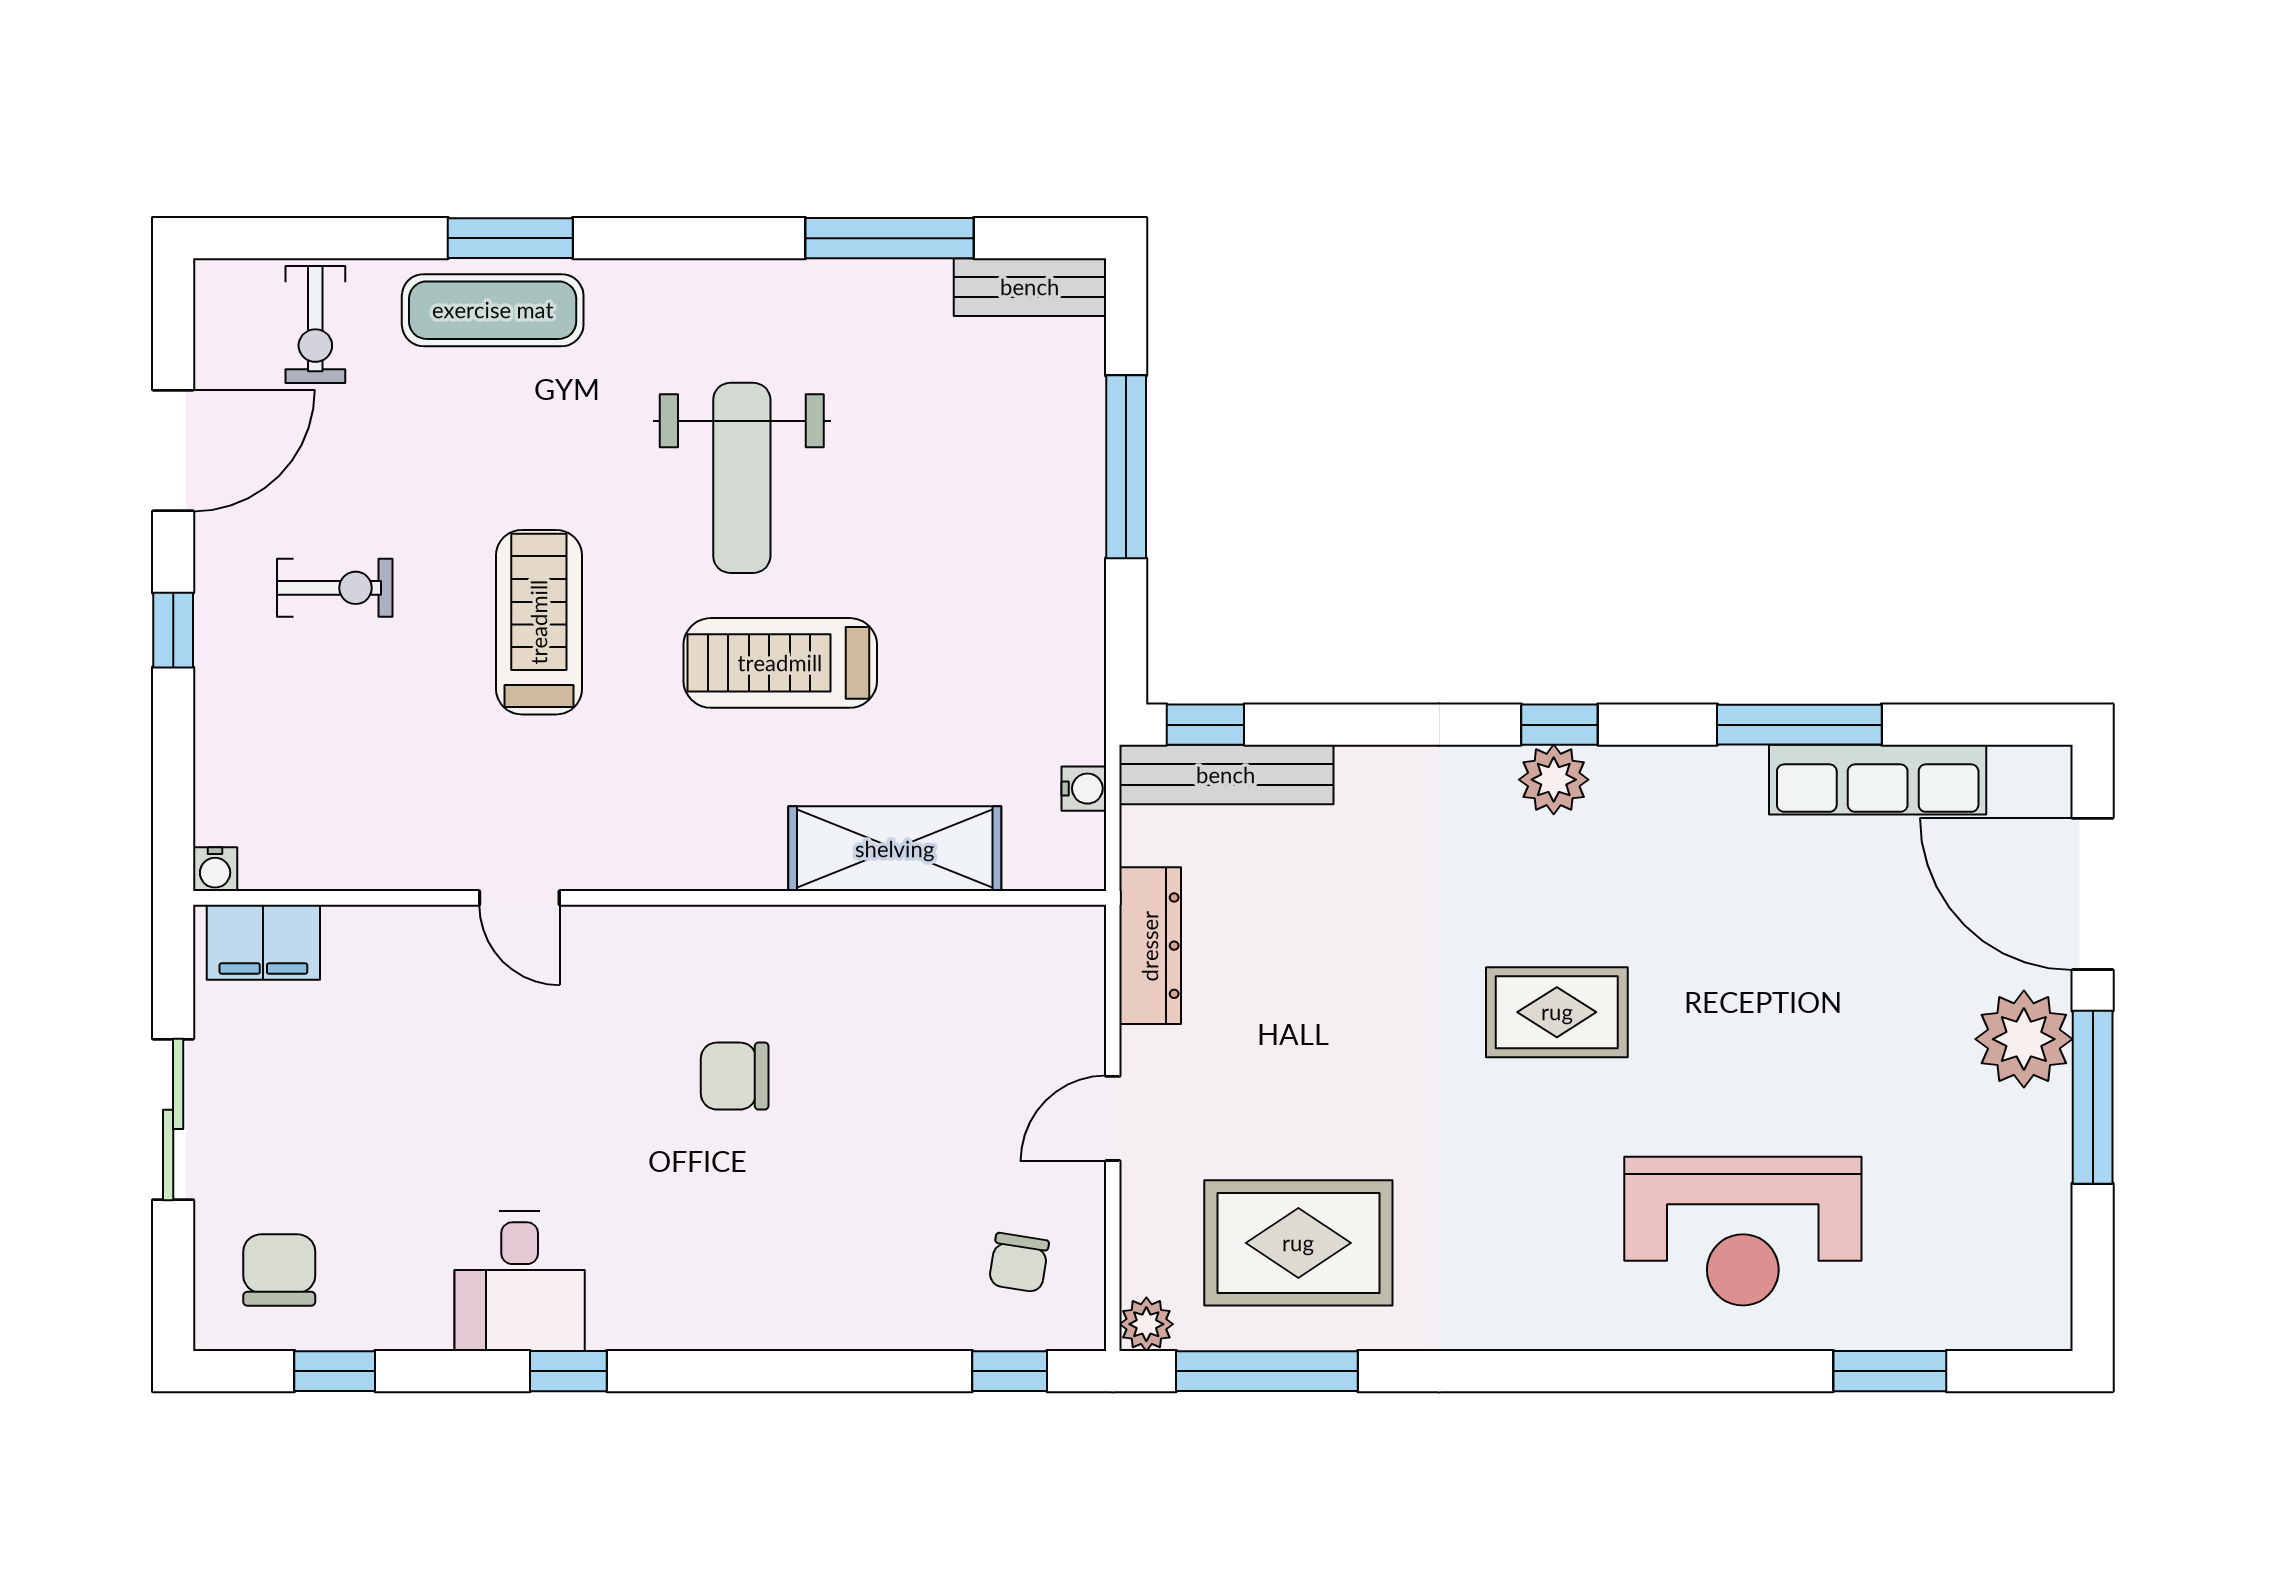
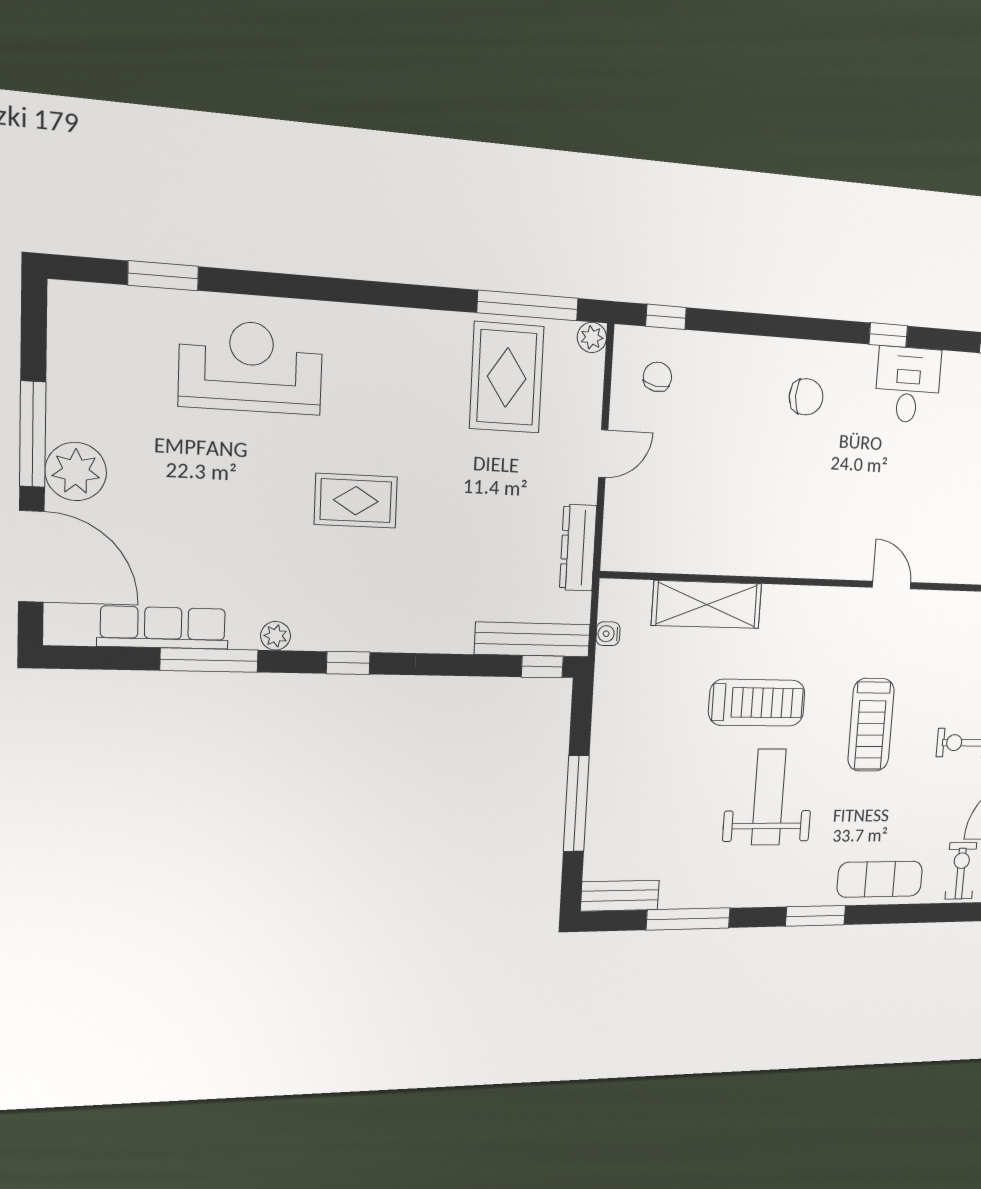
window: (510, 238) -> (816, 916), moved
plant: (1554, 780) -> (276, 636), moved, width x0.73, depth x0.73
chair: (735, 1076) -> (806, 397), moved
rug: (1298, 1243) -> (507, 377), turned 90

